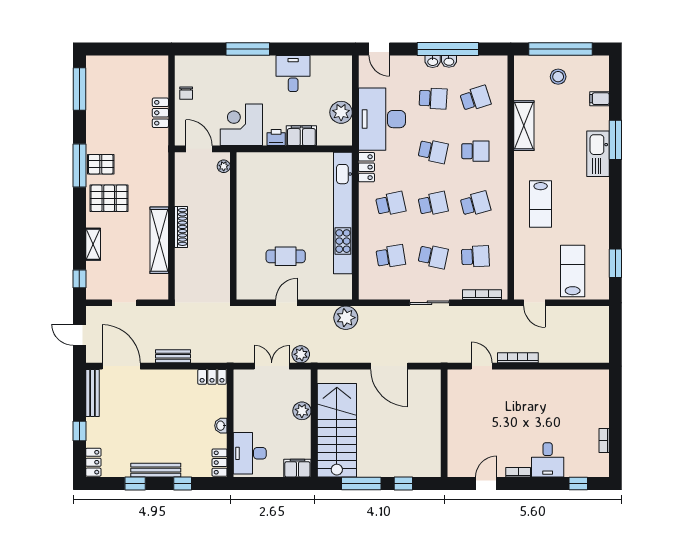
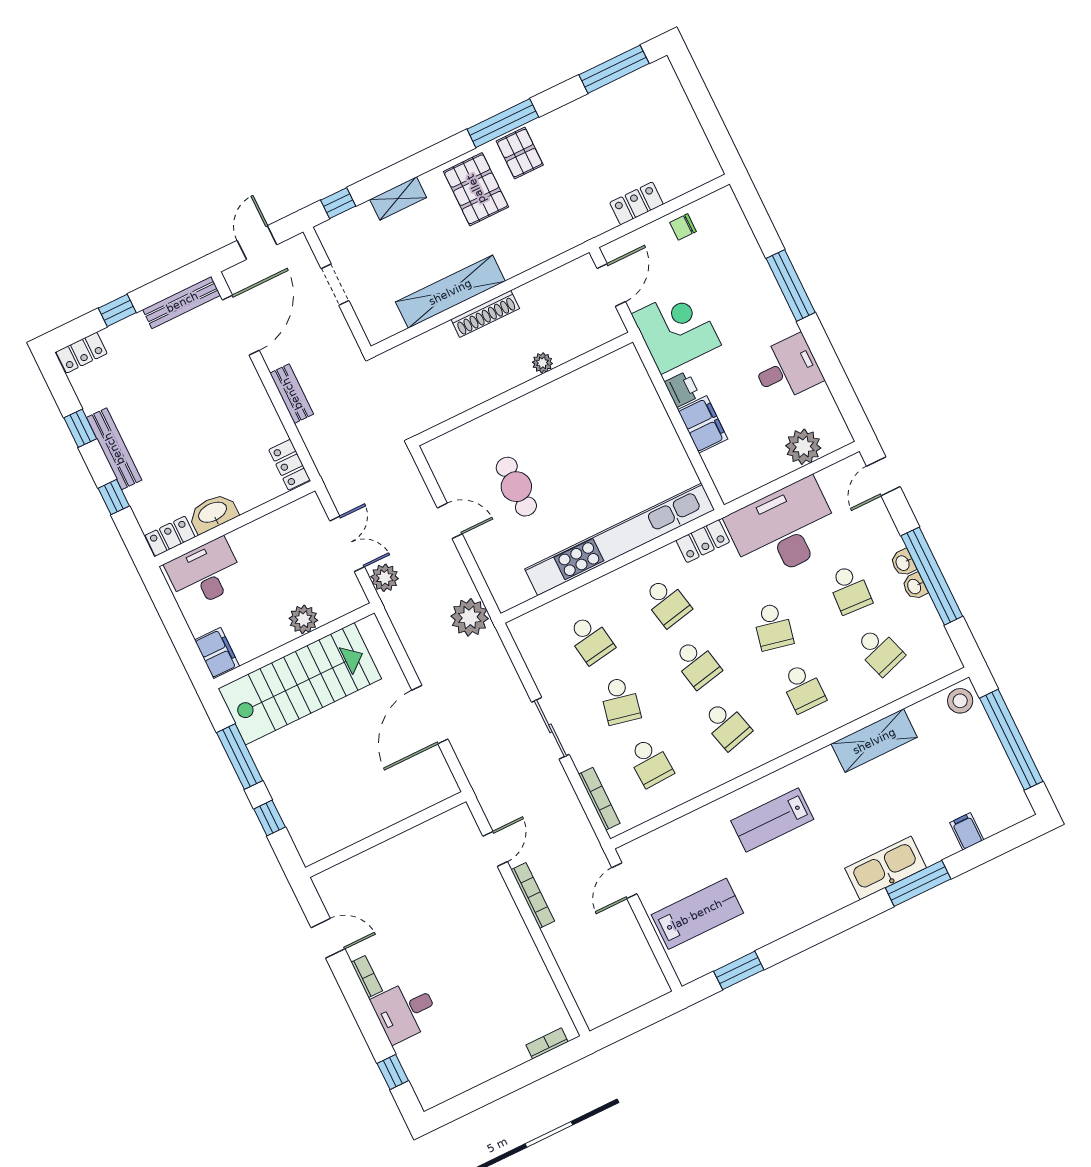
stool: (558, 77) -> (960, 701), moved
plant: (341, 112) -> (803, 447), moved
plant: (224, 166) -> (542, 363), moved
washbasin: (221, 426) -> (213, 513), width x1.91, depth x1.45
bookcase: (604, 441) -> (547, 1043), moved

